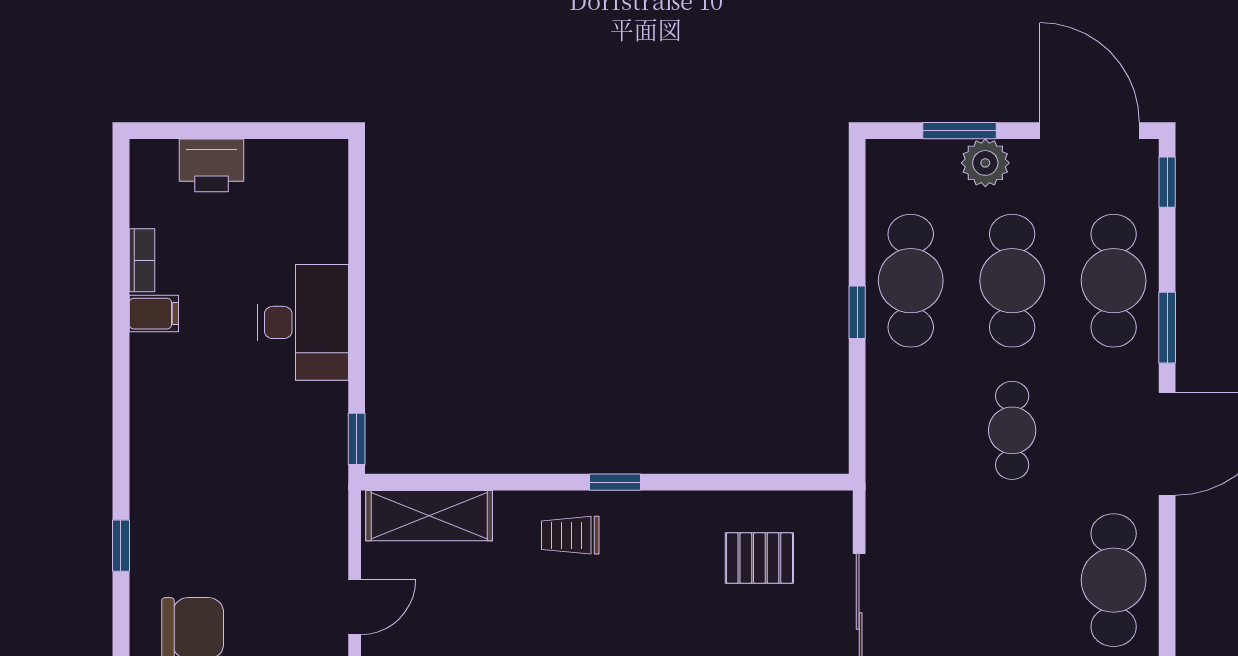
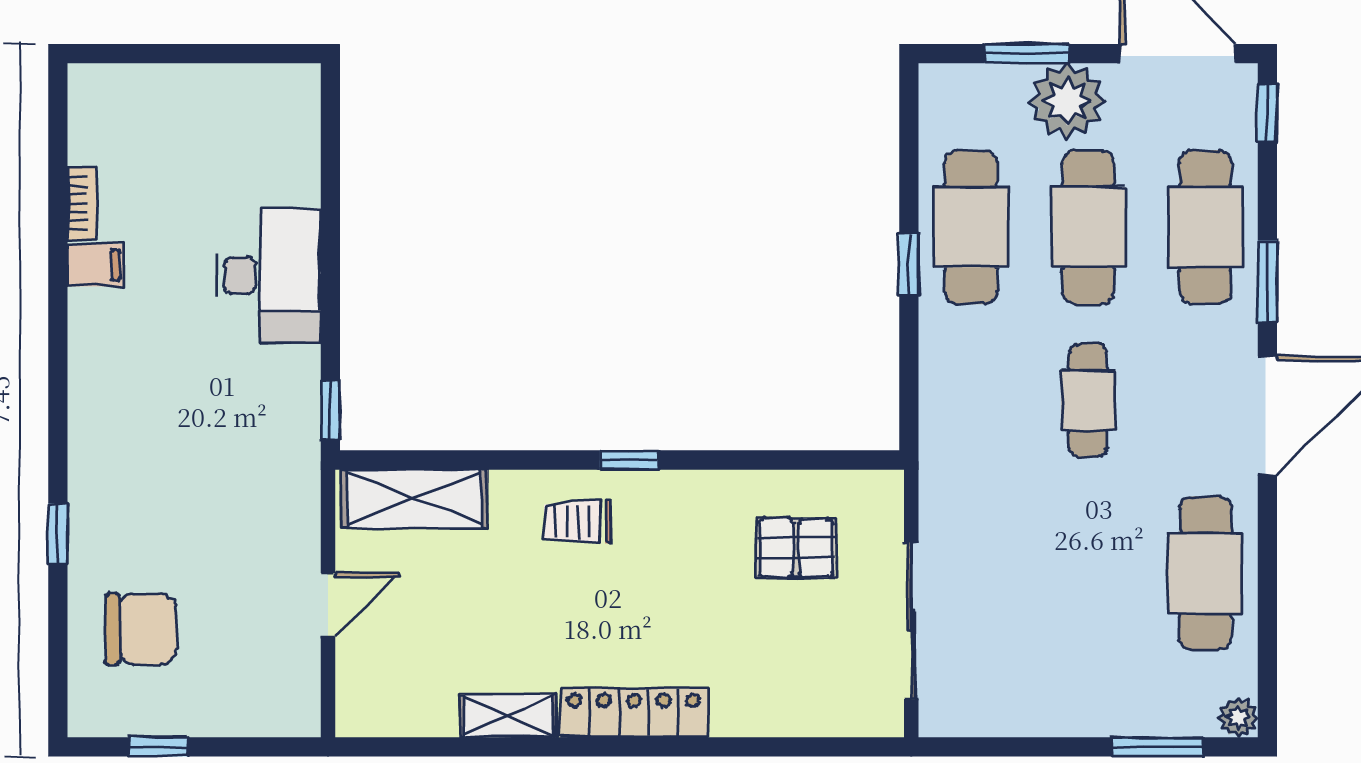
plant: (985, 163) -> (1067, 101), width x1.36, depth x1.36
printer: (212, 165) -> (163, 94), removed

